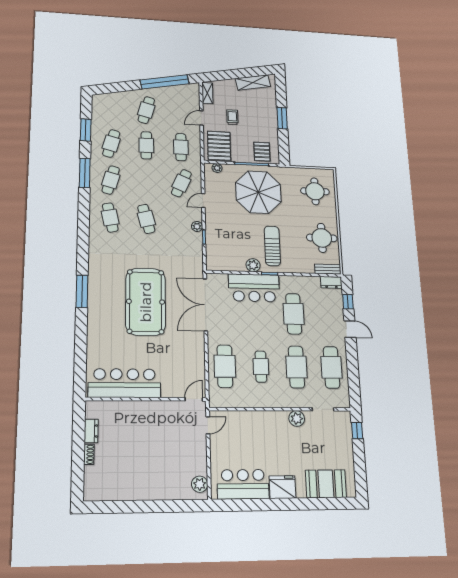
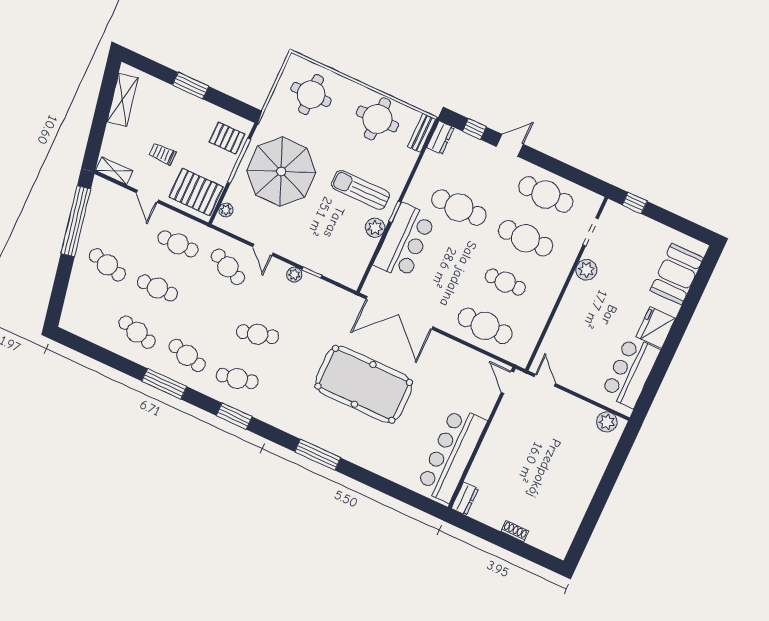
window: (86, 130) -> (234, 416), moved
dresser: (91, 431) -> (465, 499), moved, turned 90

